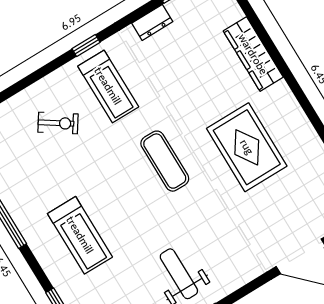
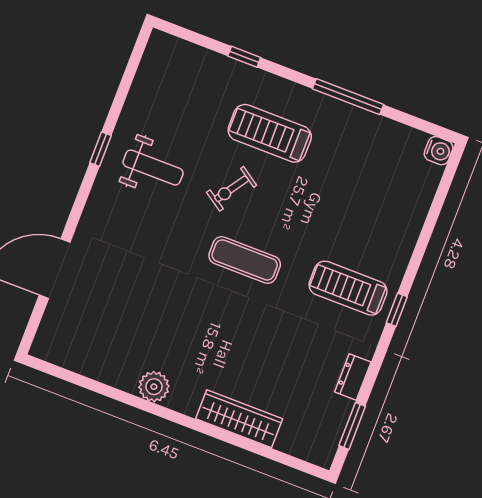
plant: (295, 122) -> (154, 387), added
exercise bike: (58, 123) -> (232, 189), moved
rug: (247, 147) -> (180, 330), removed

